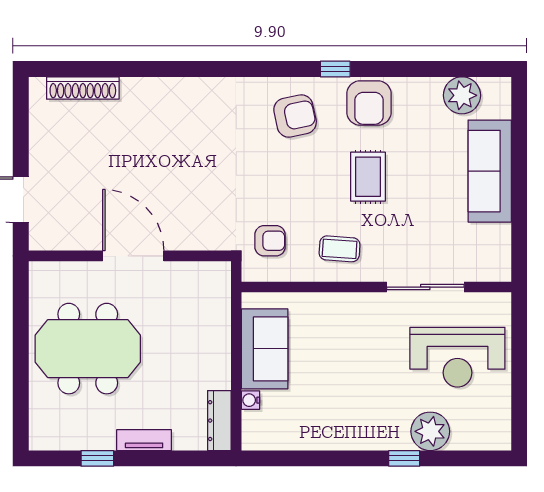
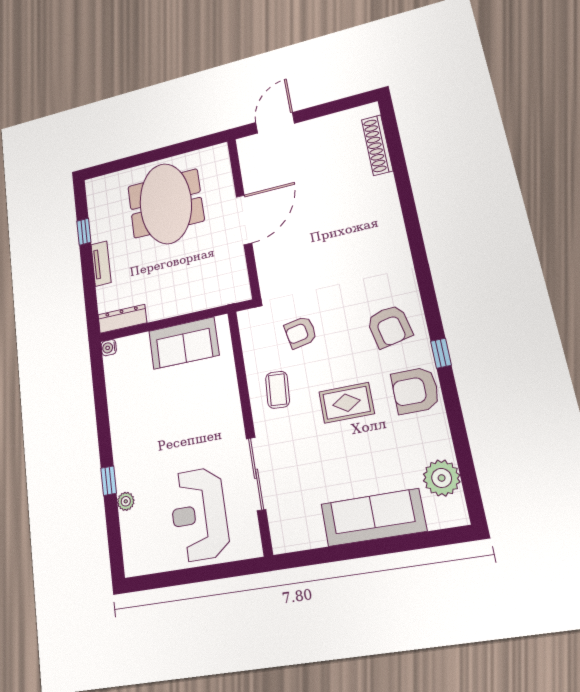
armchair: (270, 241) -> (301, 332), moved, turned 79
water cooler: (251, 400) -> (109, 348), moved, turned -90
plant: (430, 431) -> (126, 501), width x0.53, depth x0.53

